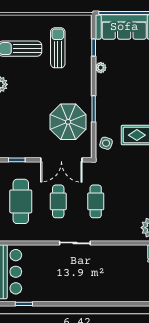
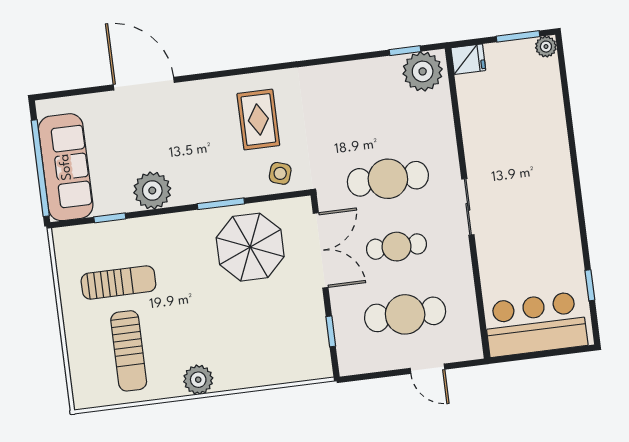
sun lounger: (58, 48) -> (118, 282), turned 180
plant: (101, 68) -> (152, 190), width x1.88, depth x1.88
cafe table: (96, 201) -> (388, 179), width x1.37, depth x1.35

